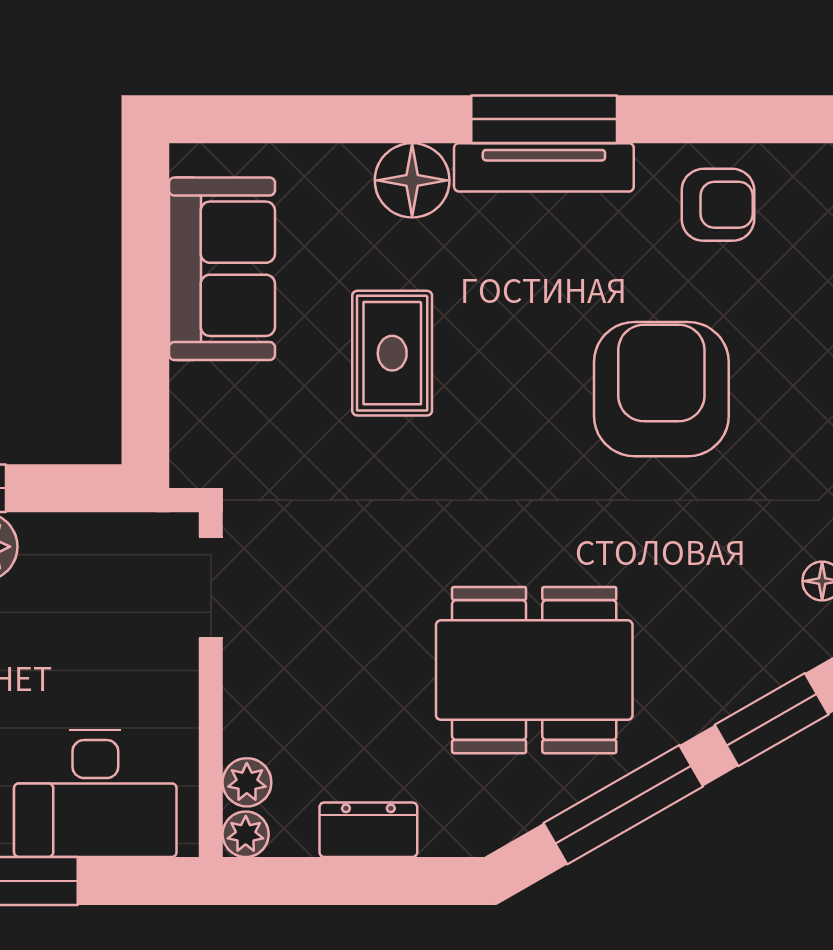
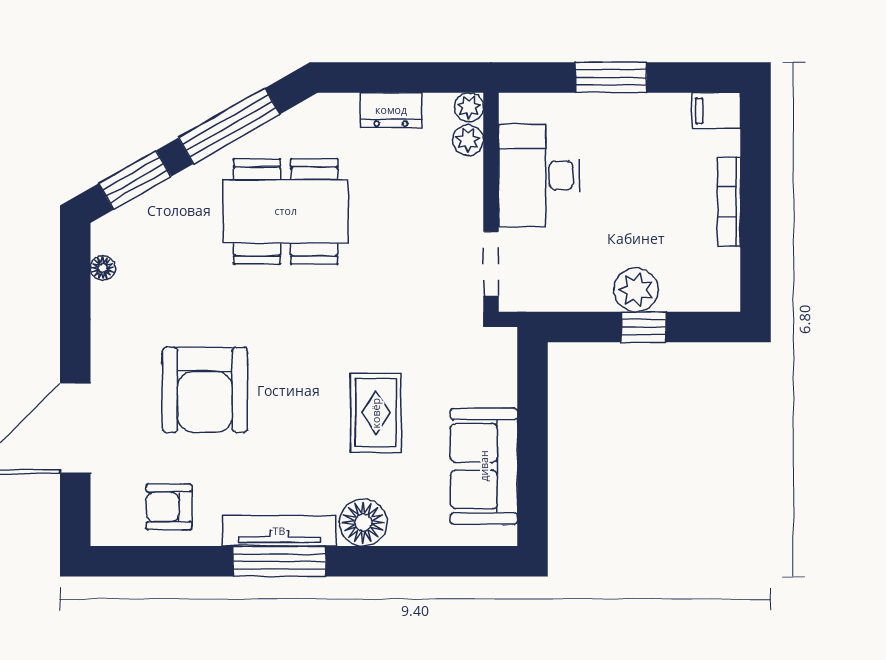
desk: (95, 793) -> (539, 175), moved, turned -90

